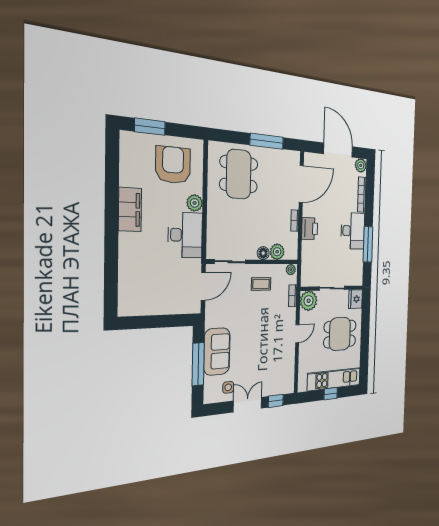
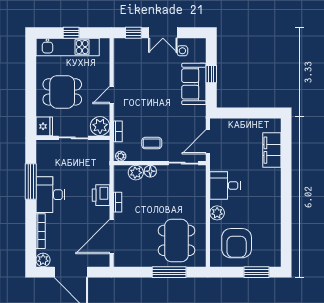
window: (267, 141) -> (169, 272), moved
filing cabinet: (130, 209) -> (272, 150), moved
desk: (185, 235) -> (225, 185), width x0.73
window: (198, 364) -> (211, 74), width x0.46

